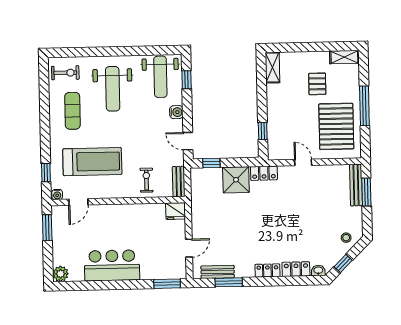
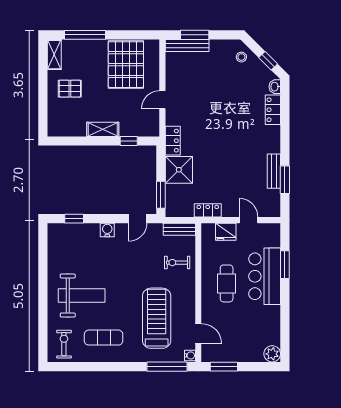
shelving: (272, 68) -> (103, 129), moved
weight bench: (160, 77) -> (70, 246), removed
pallet: (317, 84) -> (70, 89), moved
window: (364, 106) -> (85, 35), moved
pallet: (336, 126) -> (126, 65), turned 90
window: (211, 163) -> (161, 195), width x1.50
window: (46, 173) -> (167, 367), width x2.17
fridge: (176, 211) -> (226, 232), moved, turned 90
cafe table: (127, 228) -> (227, 283), added
bar counter: (112, 265) -> (265, 276), moved
locker: (267, 271) -> (208, 210), moved, turned 90
bench: (218, 272) -> (274, 171), moved
window: (167, 284) -> (285, 265), moved

